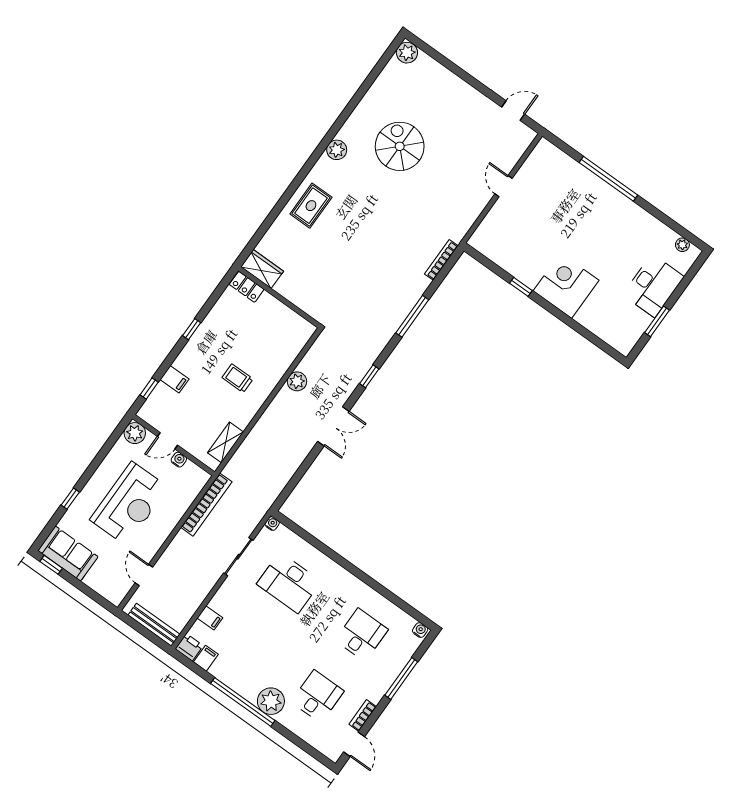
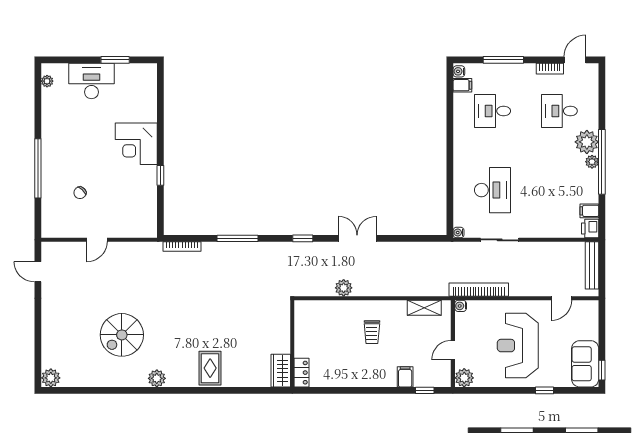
chair: (558, 201) -> (80, 193), added
rug: (311, 206) -> (210, 368), turned 90
window: (192, 329) -> (360, 390), removed
door: (168, 441) -> (453, 350), swing flipped
water cooler: (179, 460) -> (461, 306), moved
reception desk: (129, 504) -> (518, 346), turned -90
filing cabinet: (210, 618) -> (462, 85), moved, turned 90
plant: (249, 693) -> (592, 162), added

